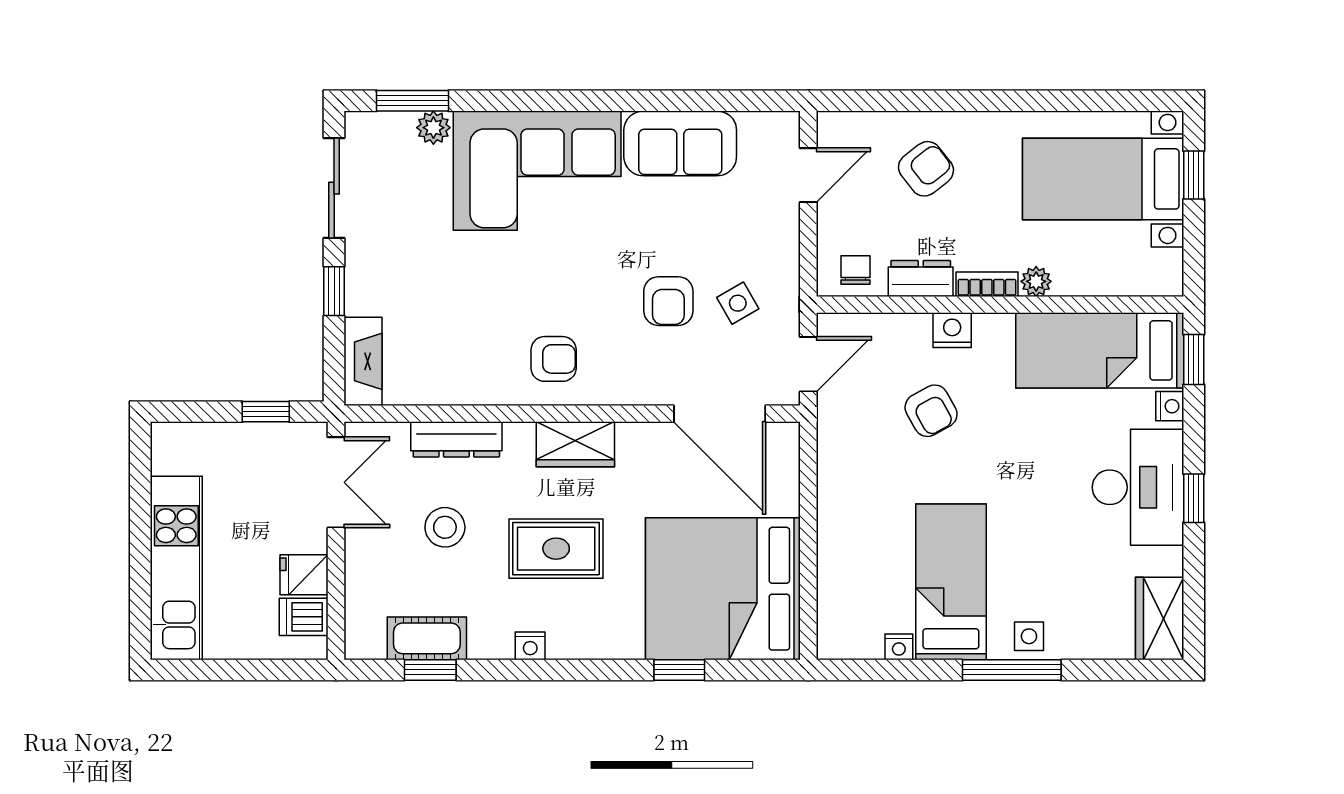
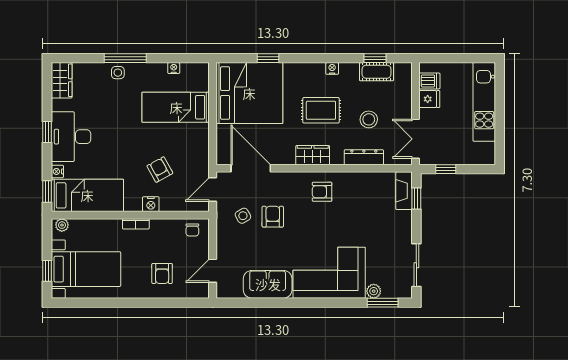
armchair: (926, 169) -> (162, 273), turned -52
dresser: (921, 278) -> (164, 226), removed
plant: (1036, 281) -> (62, 225), moved
window: (334, 291) -> (416, 199), moved
bed: (951, 582) -> (176, 107), moved, turned 90

